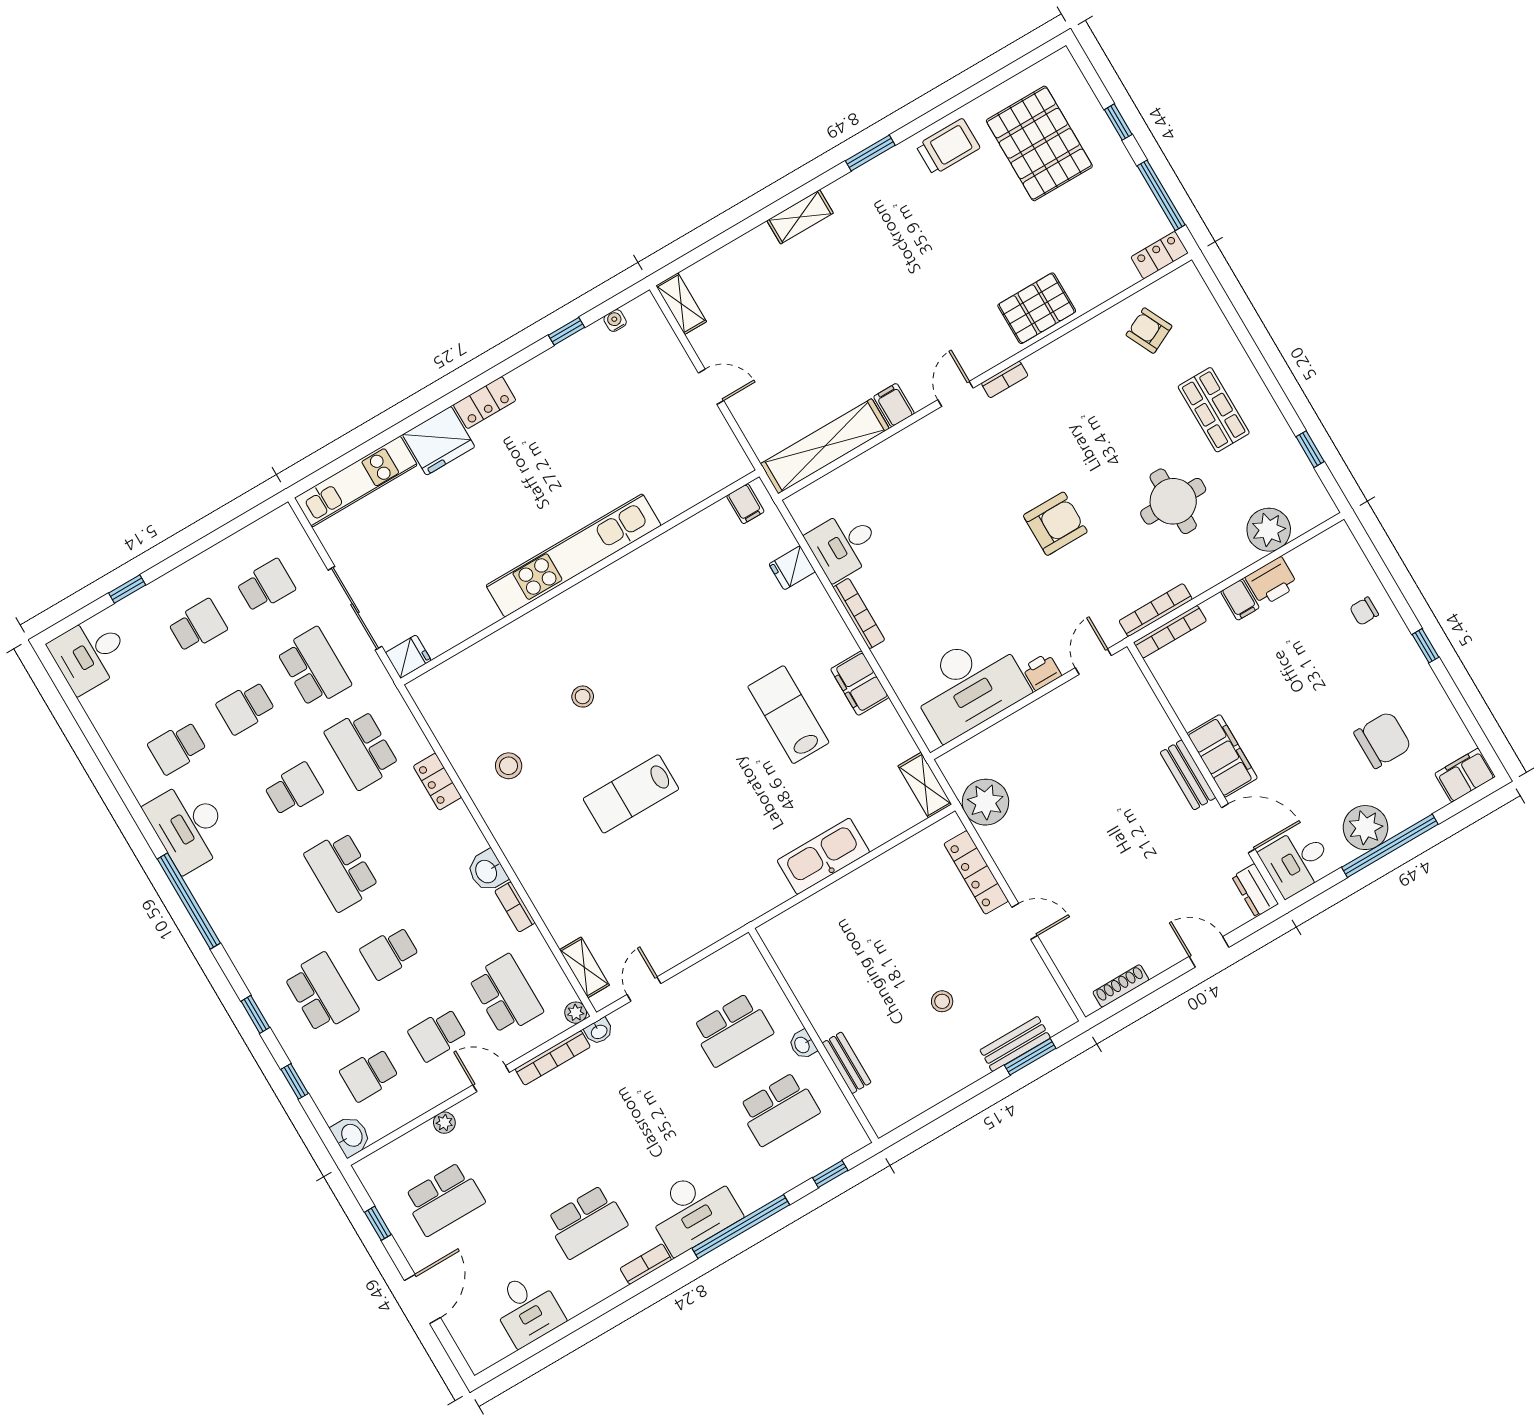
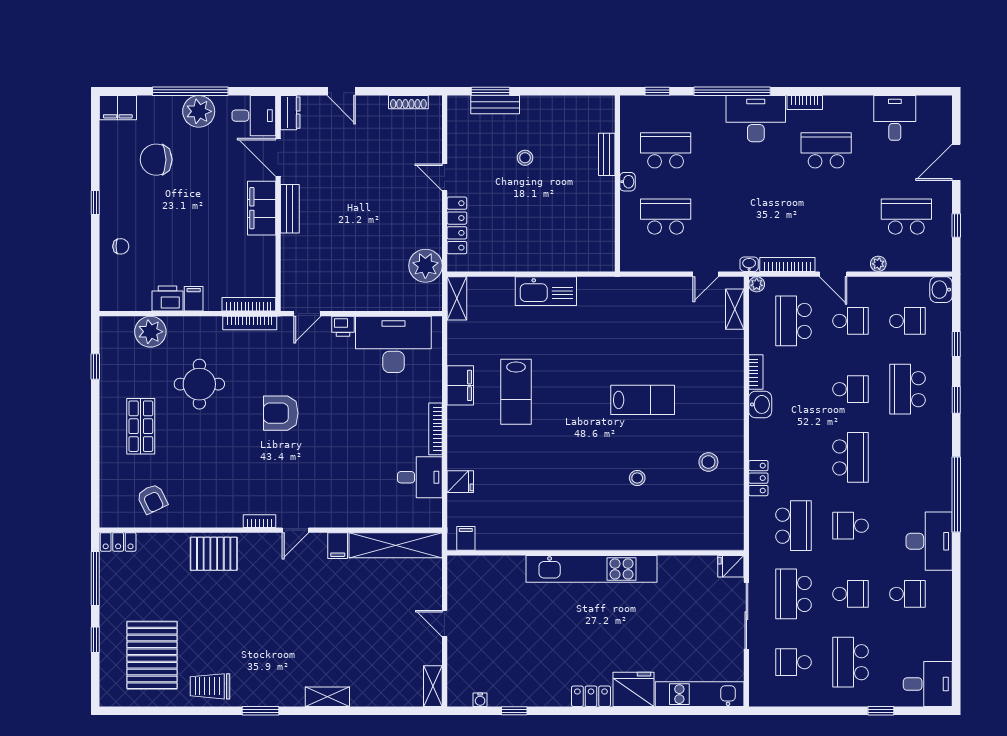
school desk: (198, 626) -> (850, 662), width x1.85

